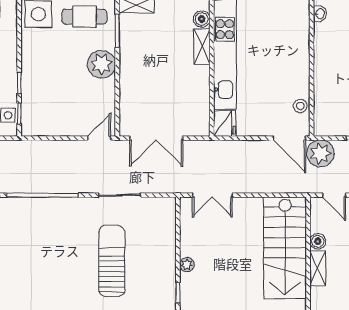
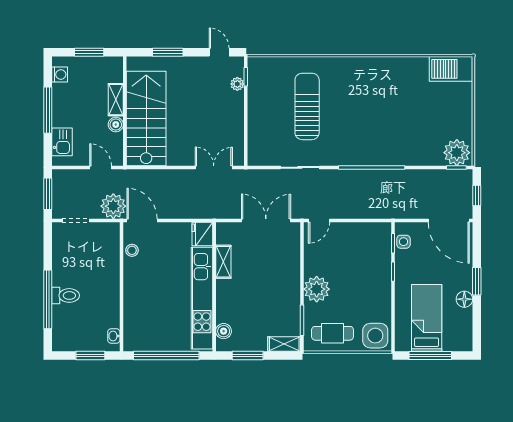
shelving: (202, 47) -> (223, 262), moved
sun lounger: (112, 261) -> (307, 106), turned 180
plant: (187, 265) -> (237, 84), moved

